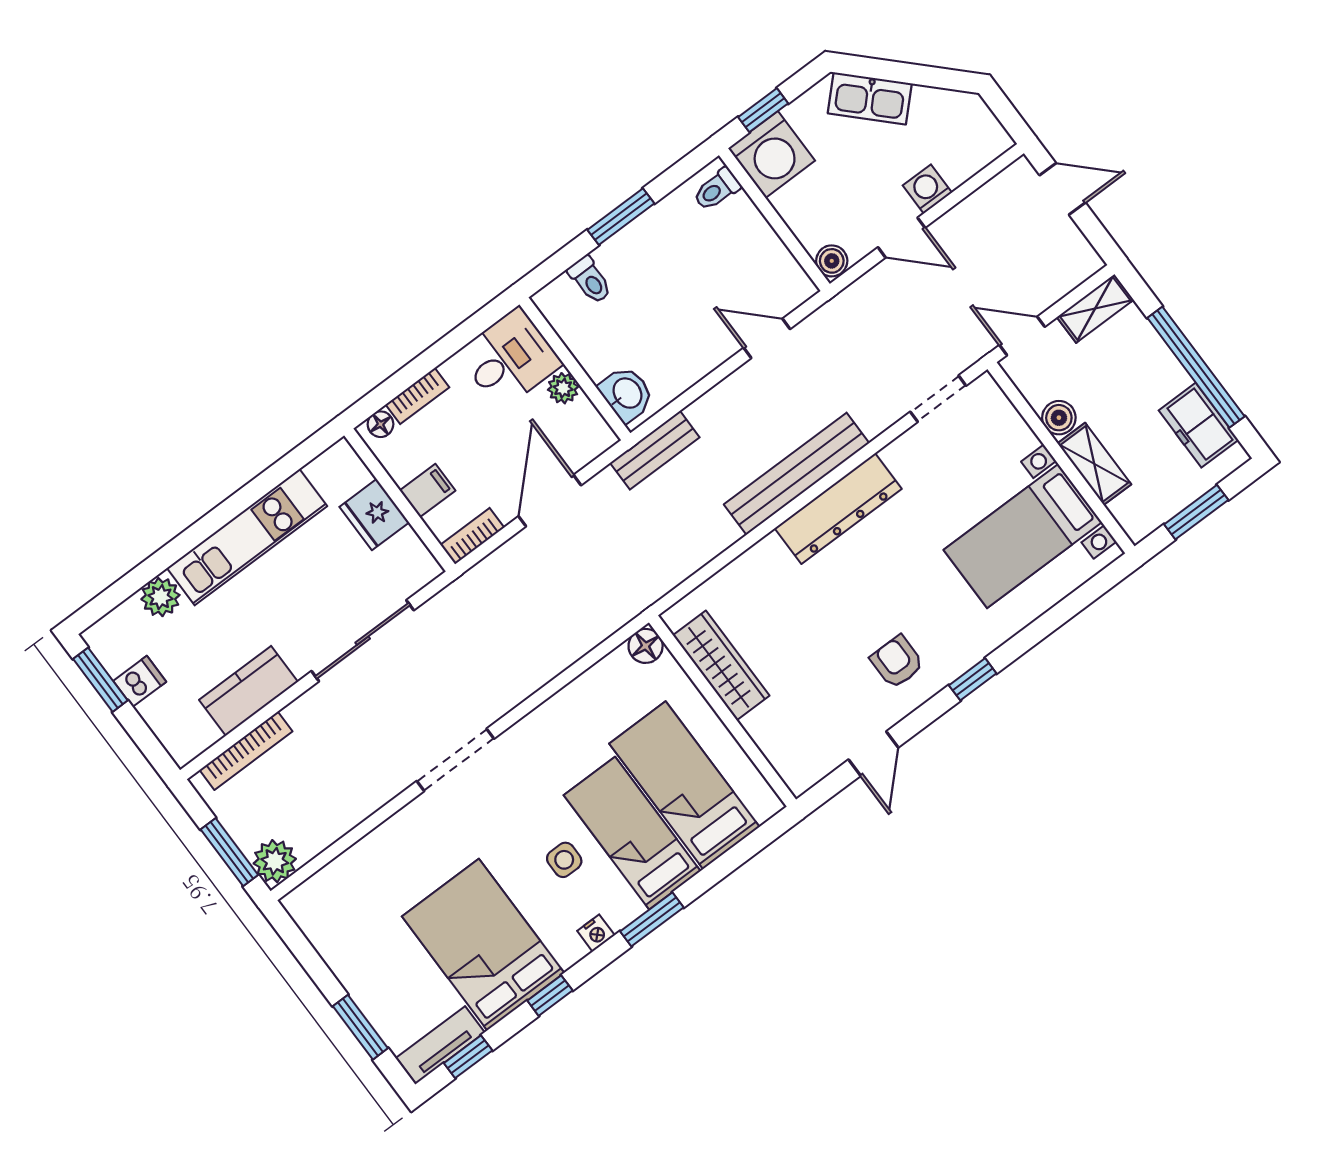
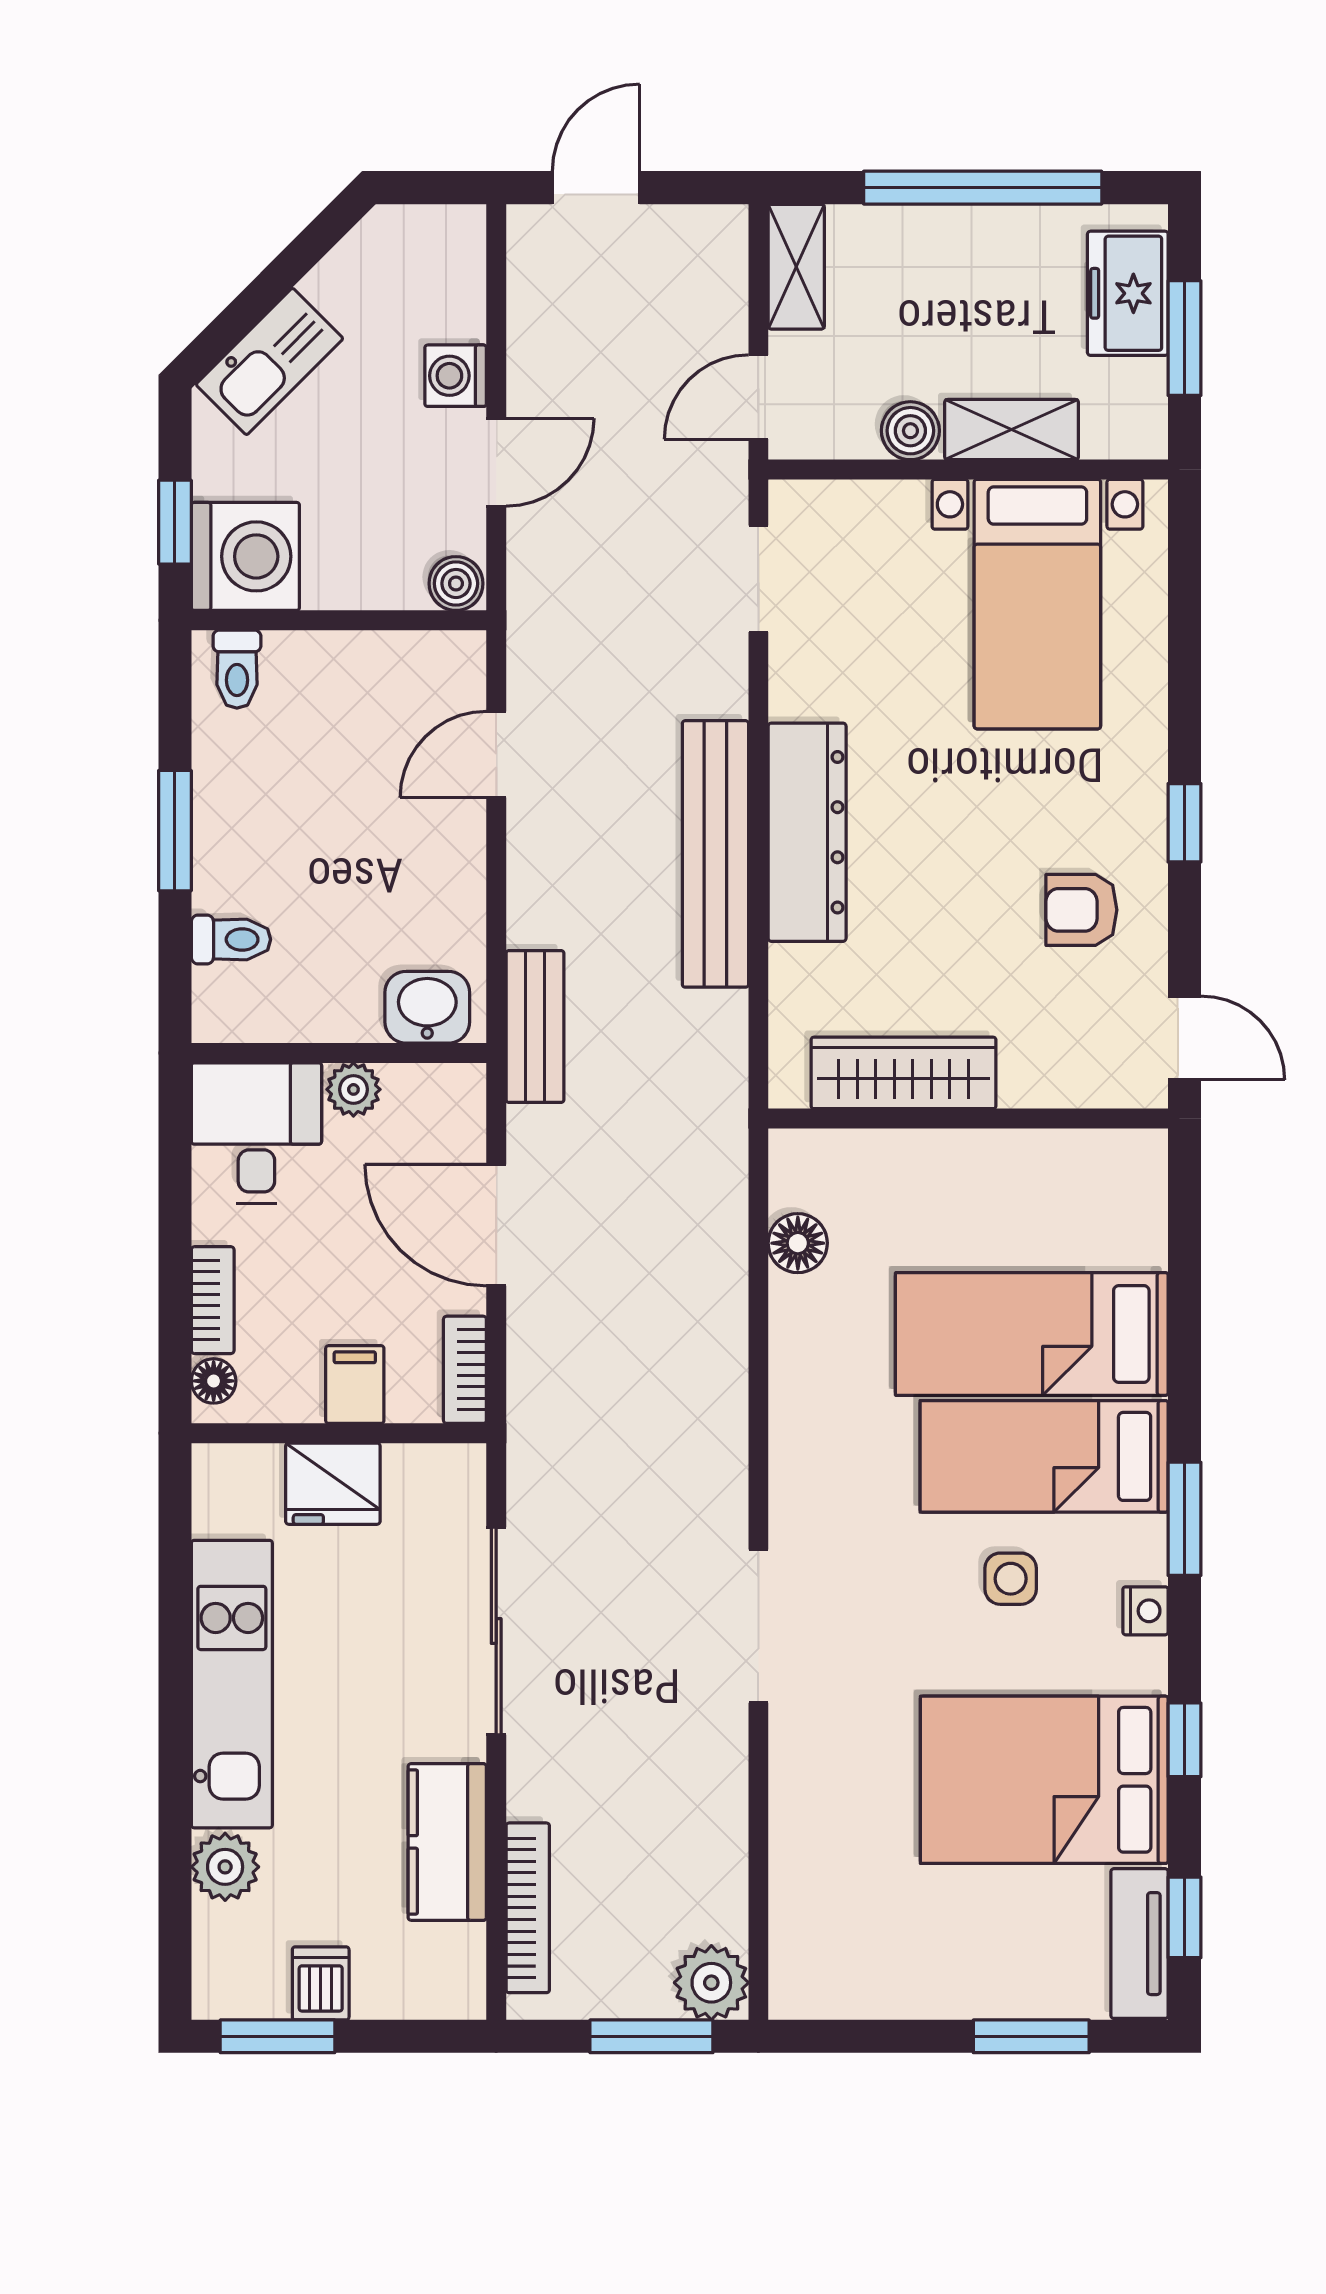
freezer: (1199, 425) -> (1128, 293), moved, turned 90
wardrobe: (721, 665) -> (903, 1073), moved
wall: (722, 711) -> (968, 1119), moved

